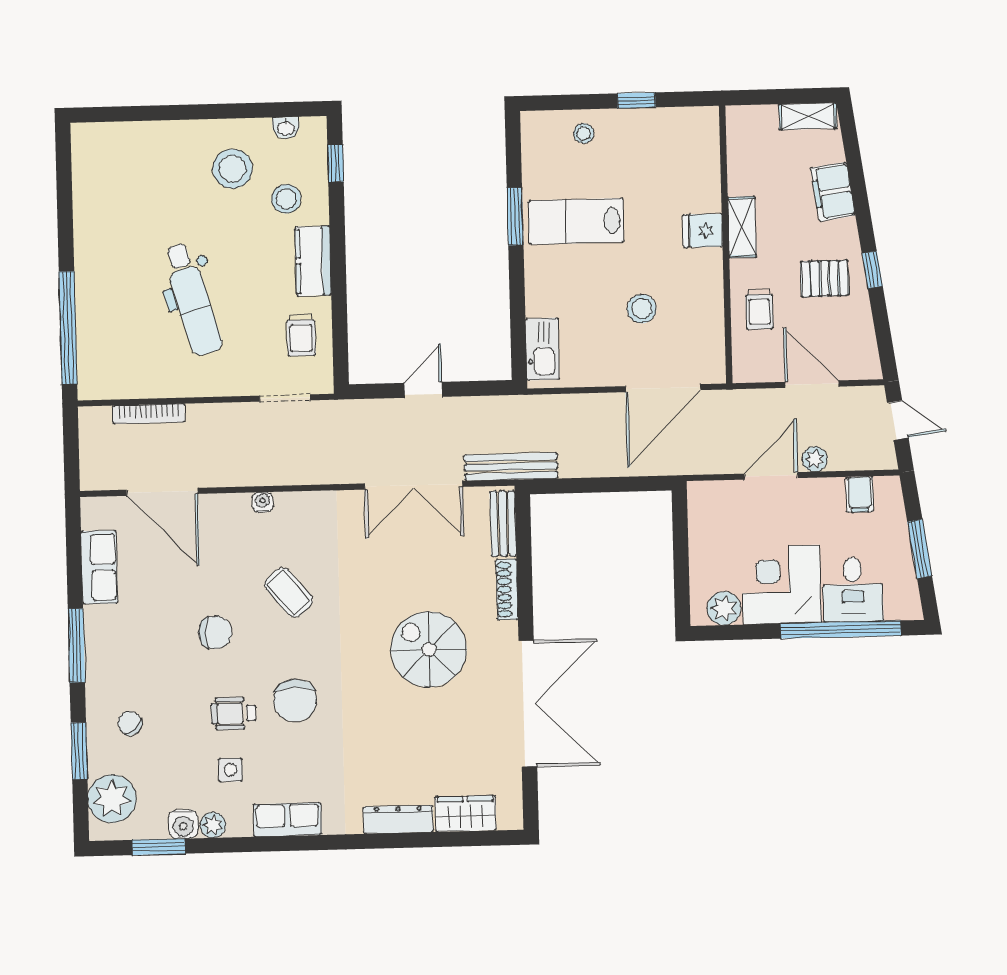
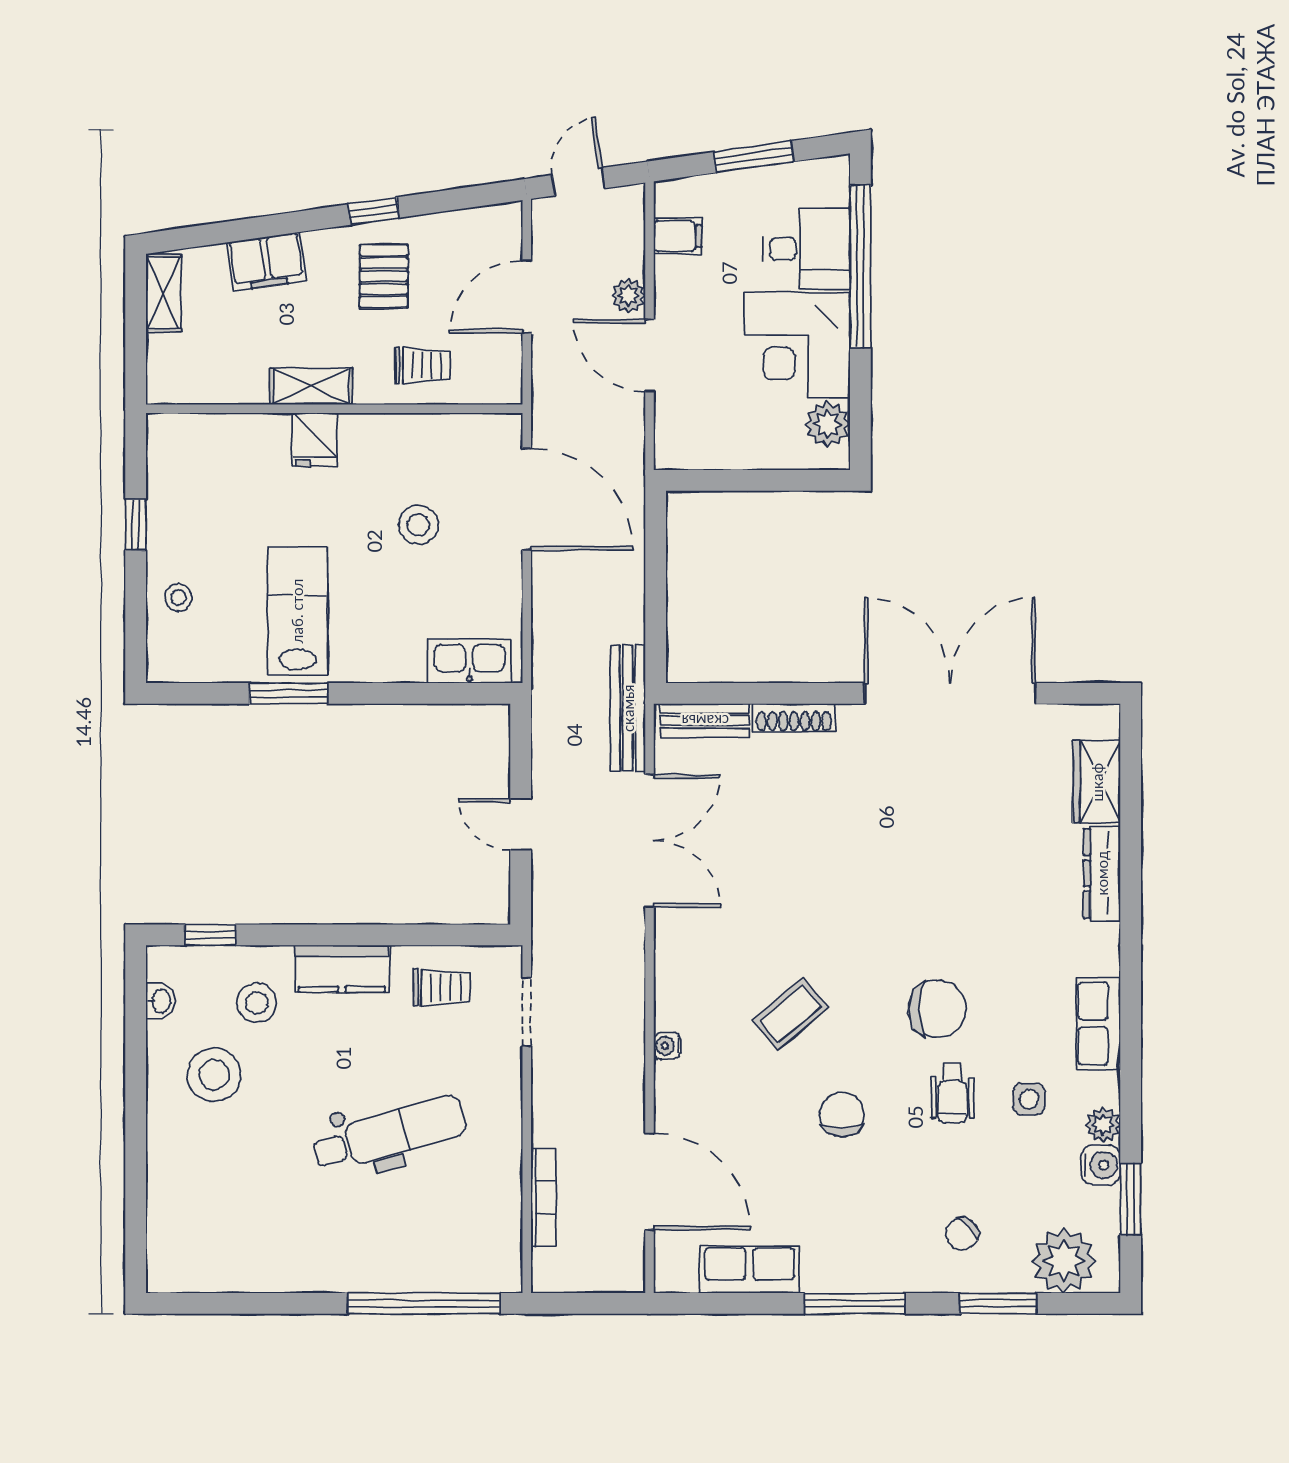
lab bench: (576, 221) -> (297, 611), turned 180
door: (162, 492) -> (649, 1182), hinge flipped
spiral stairs: (429, 649) -> (873, 826), removed

